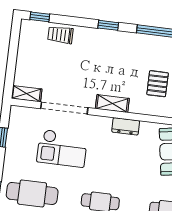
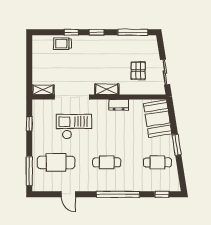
window: (40, 17) -> (71, 32), moved
checkout: (62, 148) -> (74, 127), turned 180

